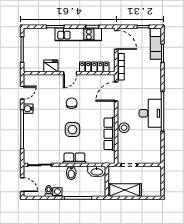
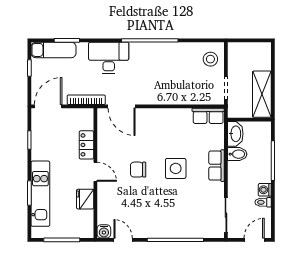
kitchen unit: (78, 34) -> (40, 194), moved
locker: (94, 67) -> (86, 145), width x0.66
water cooler: (28, 109) -> (104, 231), moved
desk: (150, 113) -> (109, 58), moved
stool: (124, 128) -> (210, 59), moved
row of seats: (109, 134) -> (208, 116), moved, width x0.68
bidet: (71, 173) -> (237, 154), moved

